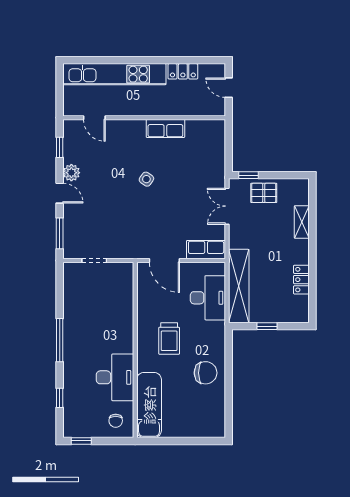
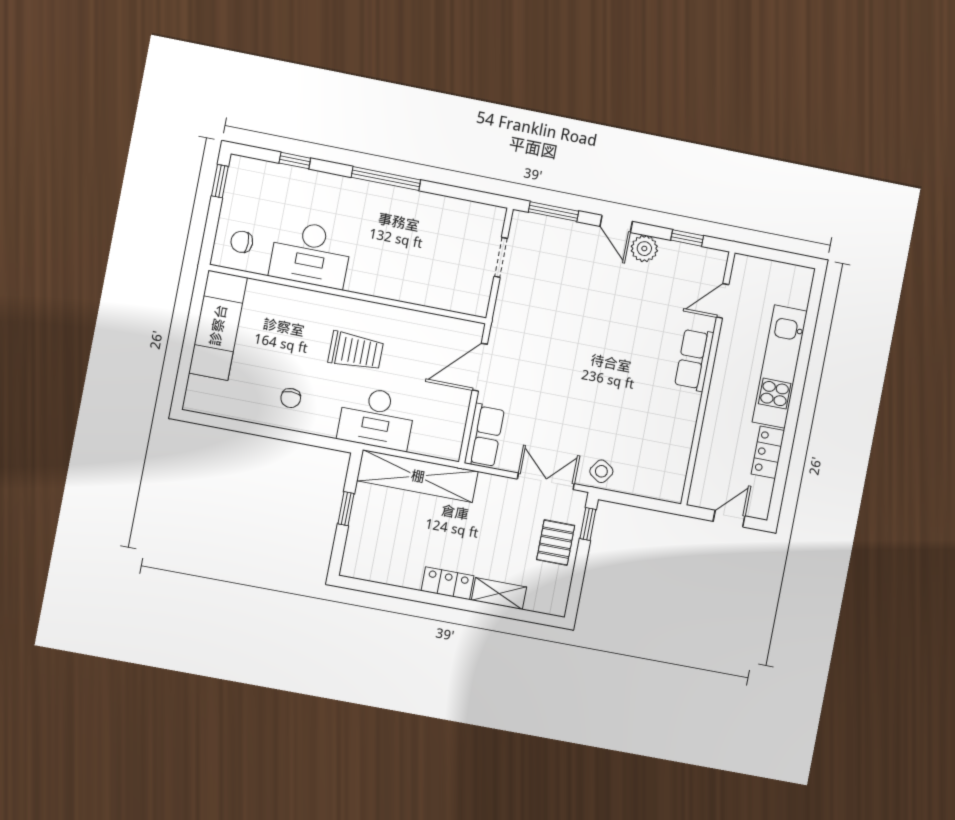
kitchen unit: (114, 74) -> (780, 367), width x0.73
row of seats: (165, 128) -> (694, 360), moved
side table: (146, 179) -> (601, 471), moved
door: (60, 193) -> (616, 224), hinge flipped
locker: (301, 280) -> (448, 583), moved
desk: (208, 298) -> (376, 418), moved
trolley: (169, 339) -> (356, 351), turned 180
chair: (206, 373) -> (291, 398), width x0.54, depth x0.54
exam couch: (149, 405) -> (218, 325), moved, turned -90

